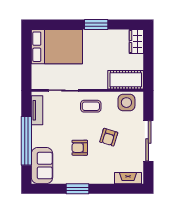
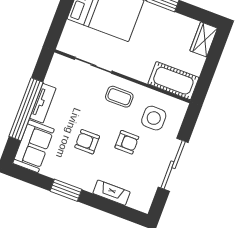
side table: (126, 103) -> (154, 118), moved
tv unit: (37, 110) -> (43, 103), moved
armchair: (109, 137) -> (127, 142), turned -107
fireplace: (128, 178) -> (111, 193), moved

